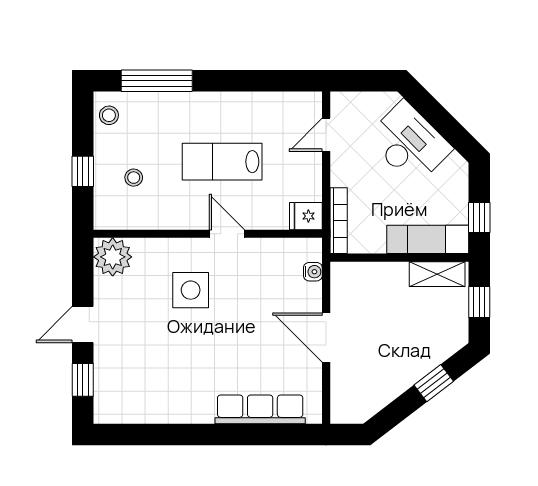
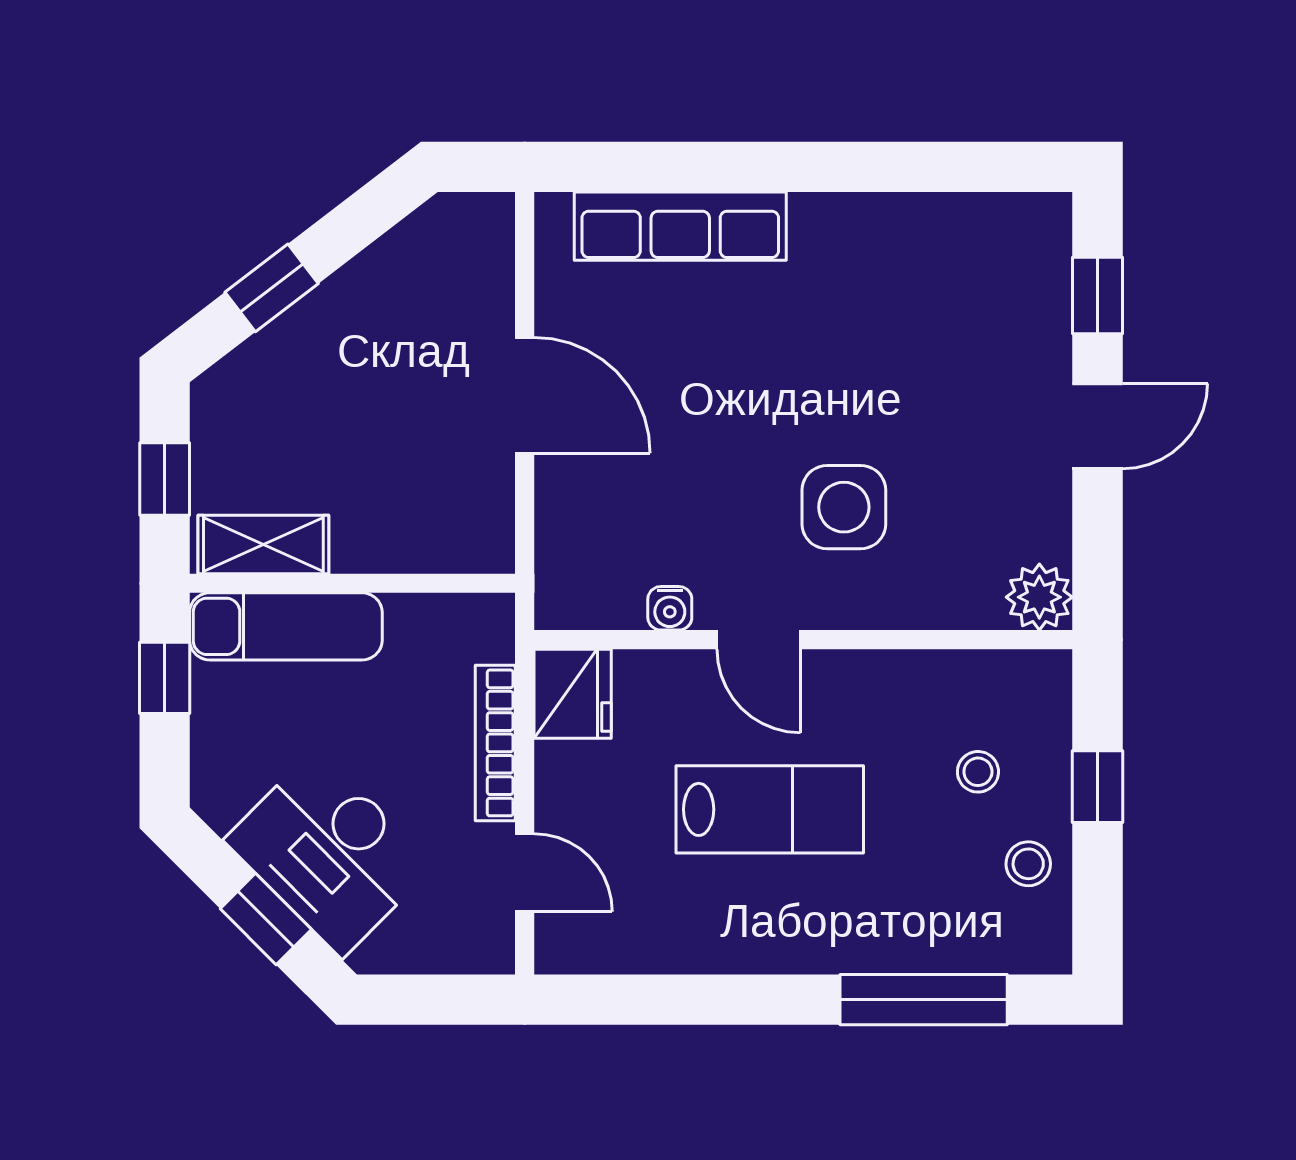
stool: (109, 115) -> (1028, 864), moved
window: (436, 115) -> (266, 919), added
door: (326, 135) -> (525, 873), hinge flipped
fridge: (306, 216) -> (573, 694), width x1.38
bookcase: (339, 221) -> (495, 743), moved
plant: (113, 257) -> (1039, 597), width x0.73, depth x0.73
water cooler: (313, 272) -> (670, 608), moved, turned -90

